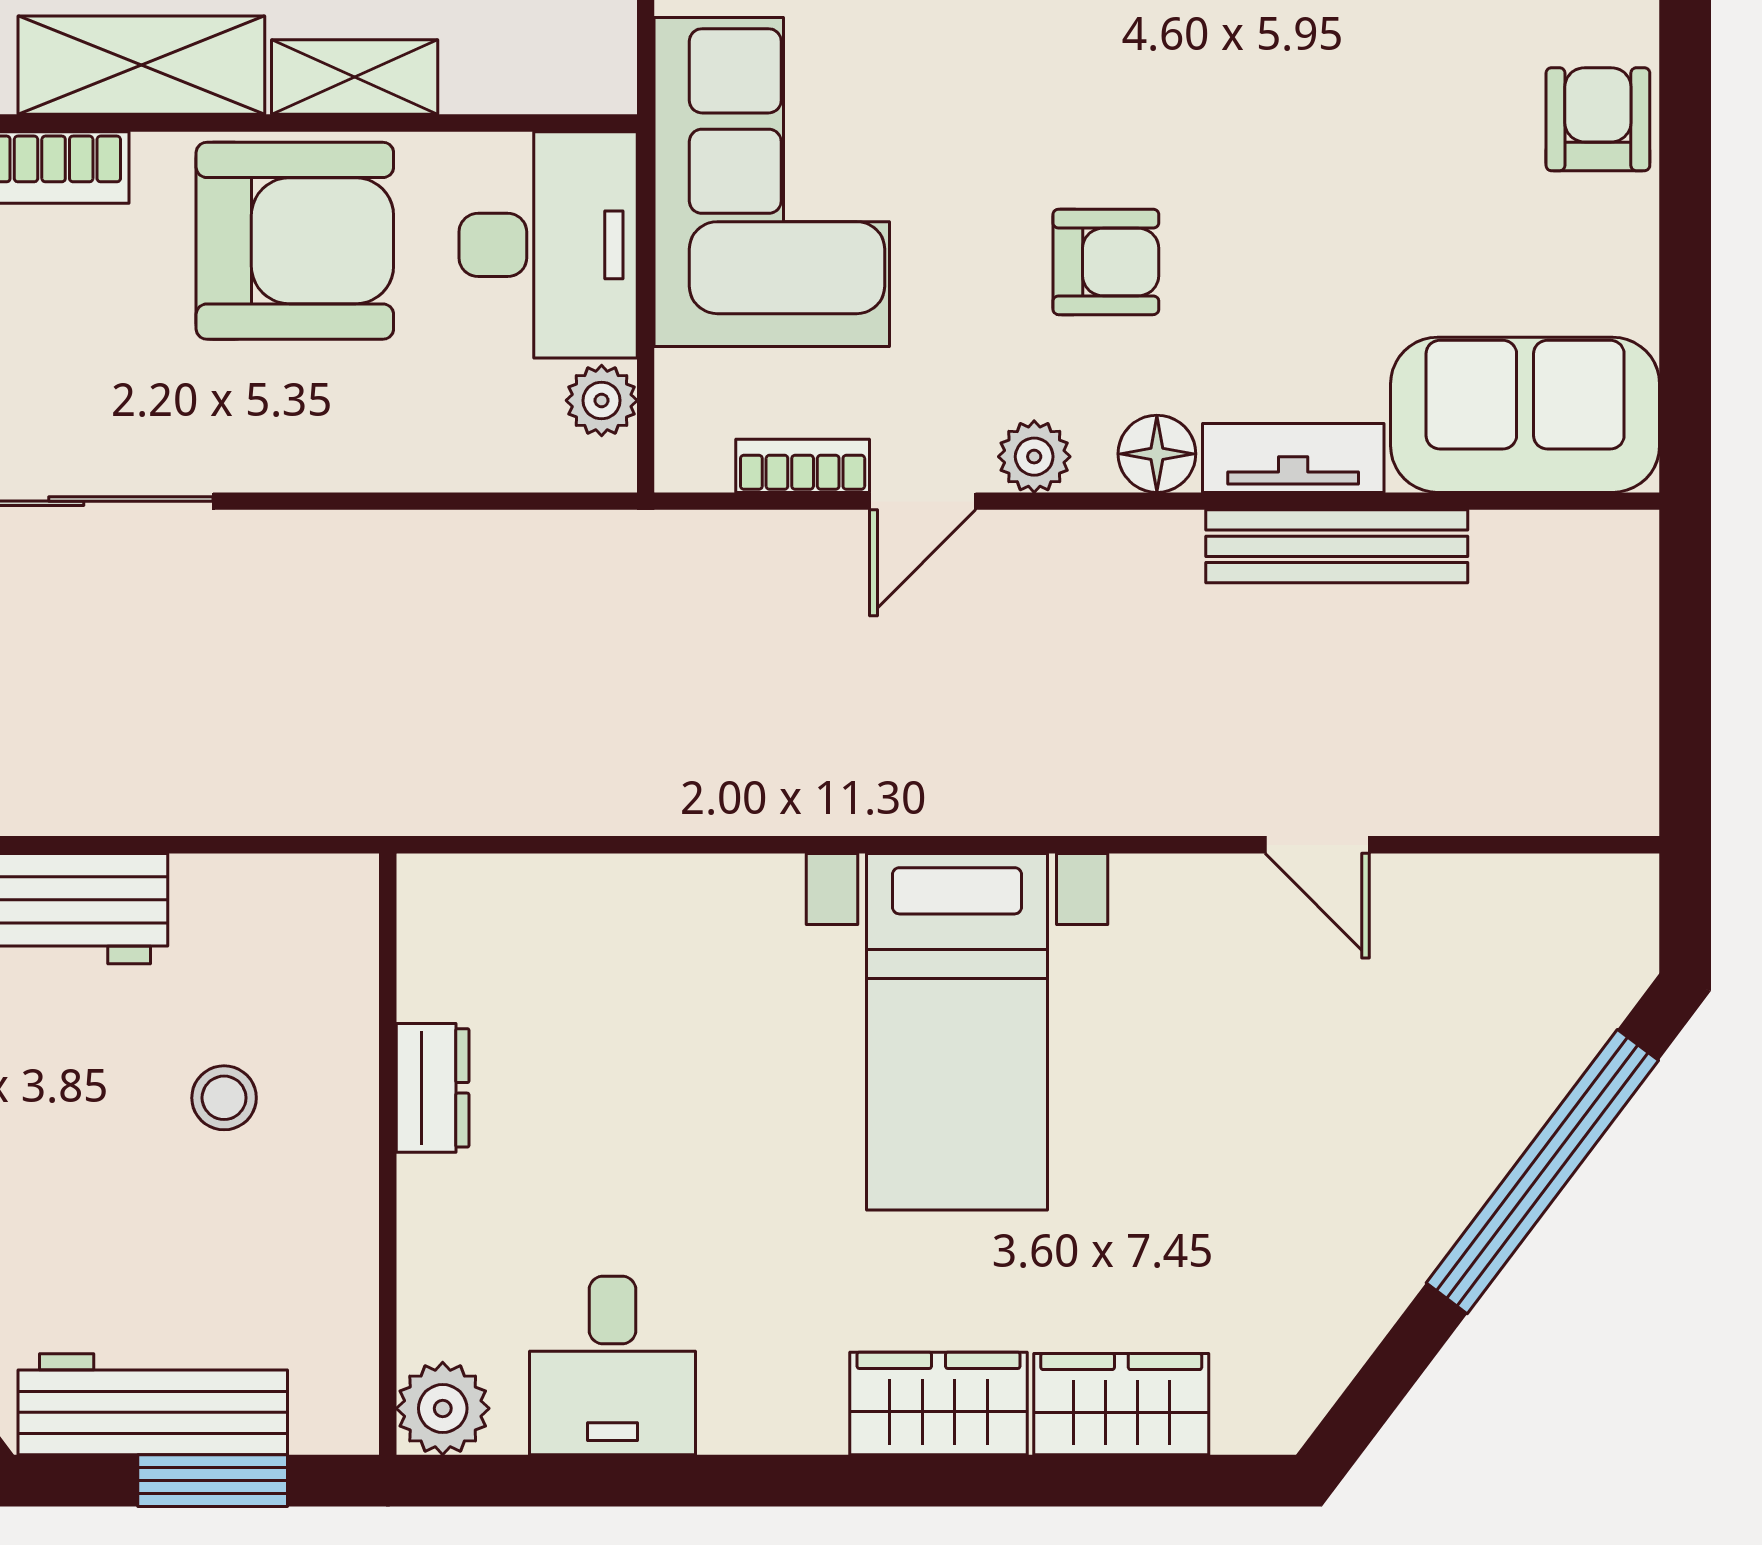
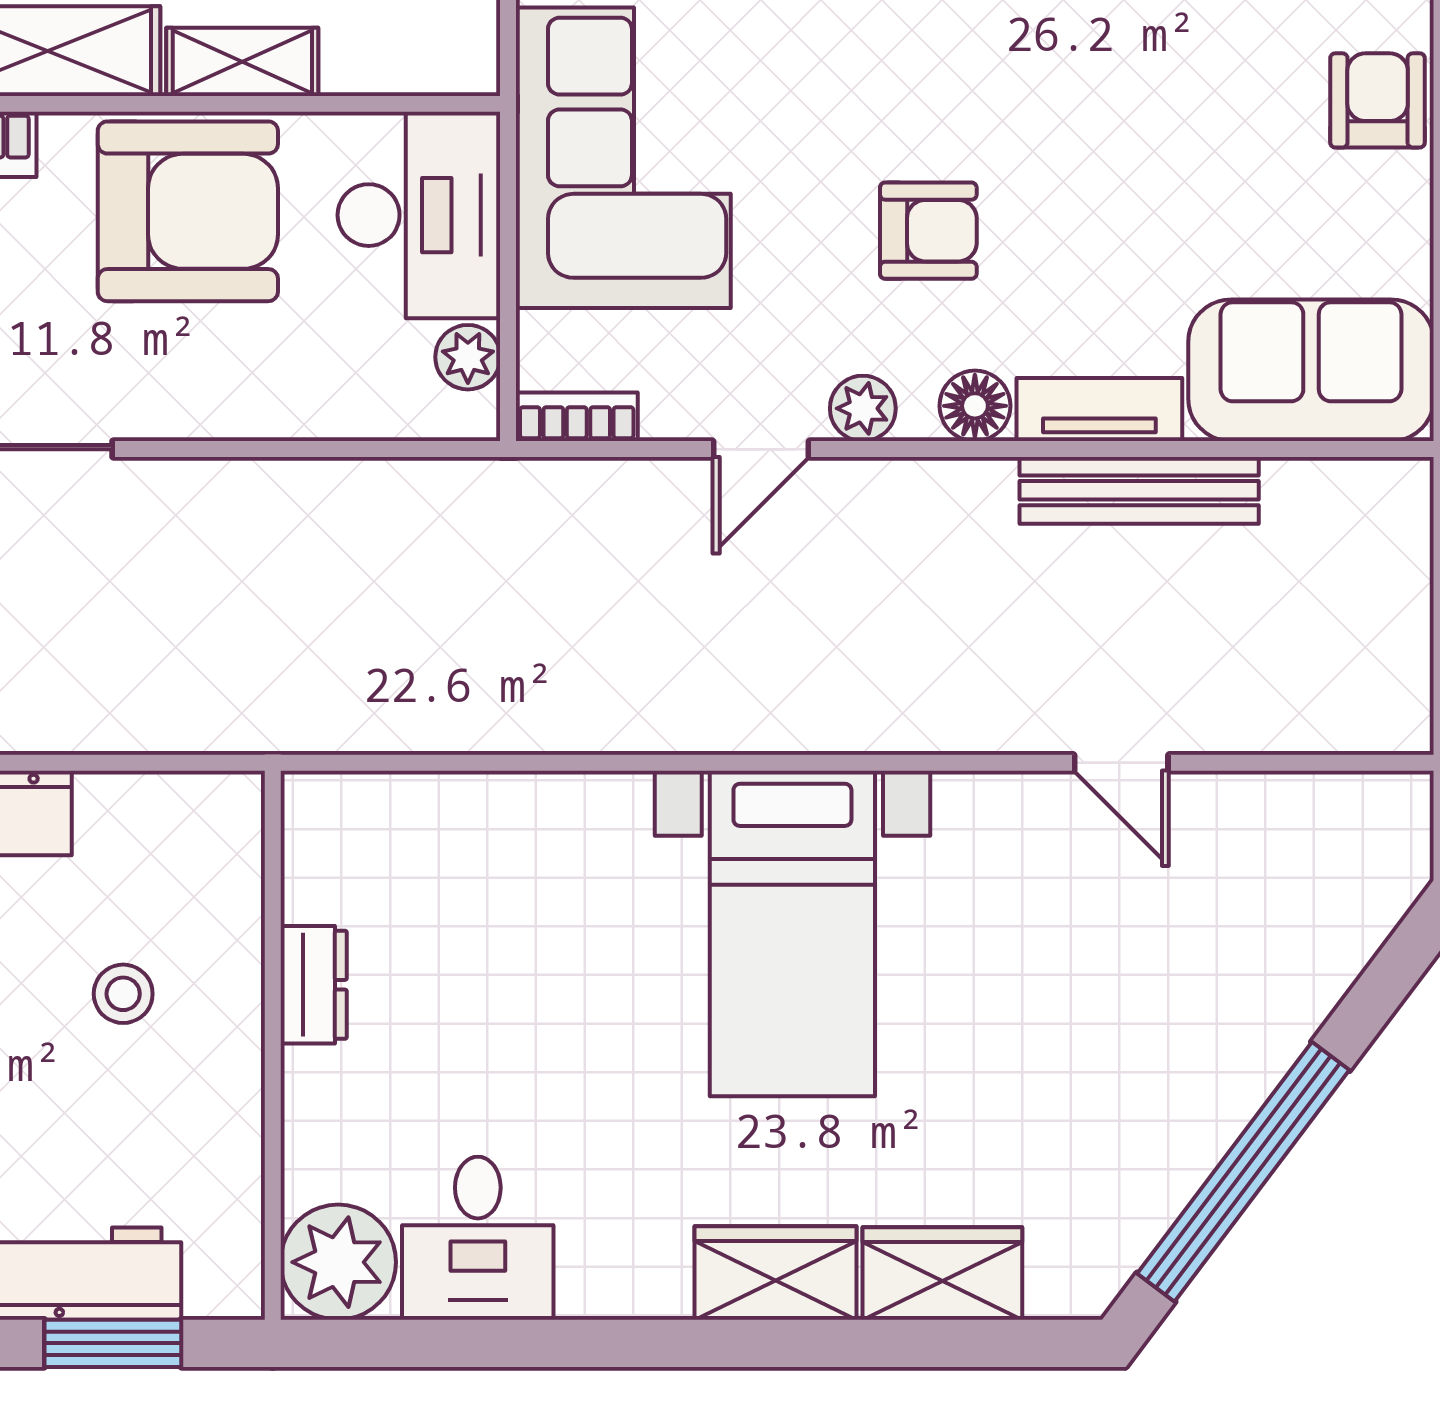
bookcase: (803, 466) -> (577, 417), moved
window: (1542, 1172) -> (1243, 1172), moved
plant: (443, 1408) -> (338, 1262), width x1.36, depth x1.36

